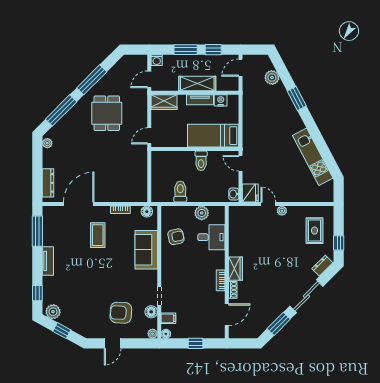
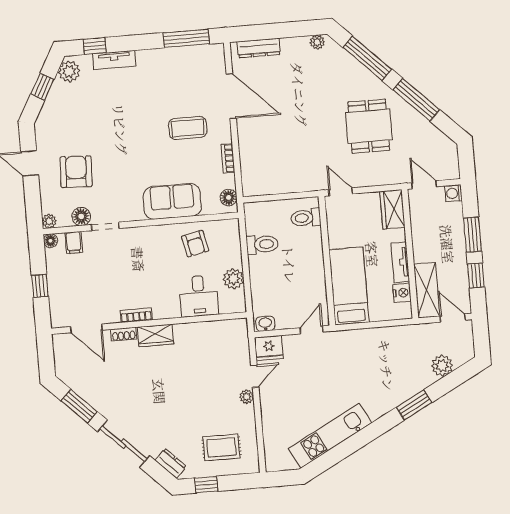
shelving: (197, 84) -> (427, 290), moved
dining table: (107, 113) -> (369, 126), turned 90
toilet: (201, 161) -> (306, 218), moved
tv unit: (48, 261) -> (114, 60), moved

